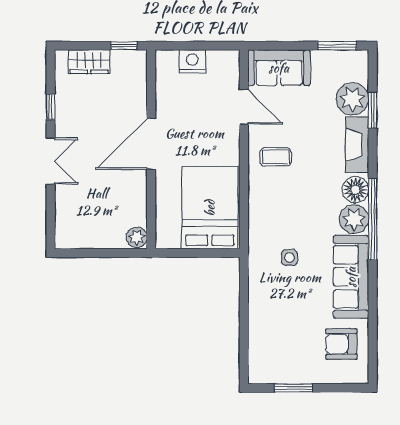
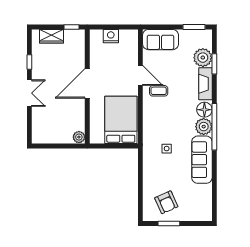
door: (244, 107) -> (140, 75), moved
armchair: (341, 344) -> (166, 202), moved, turned -114

